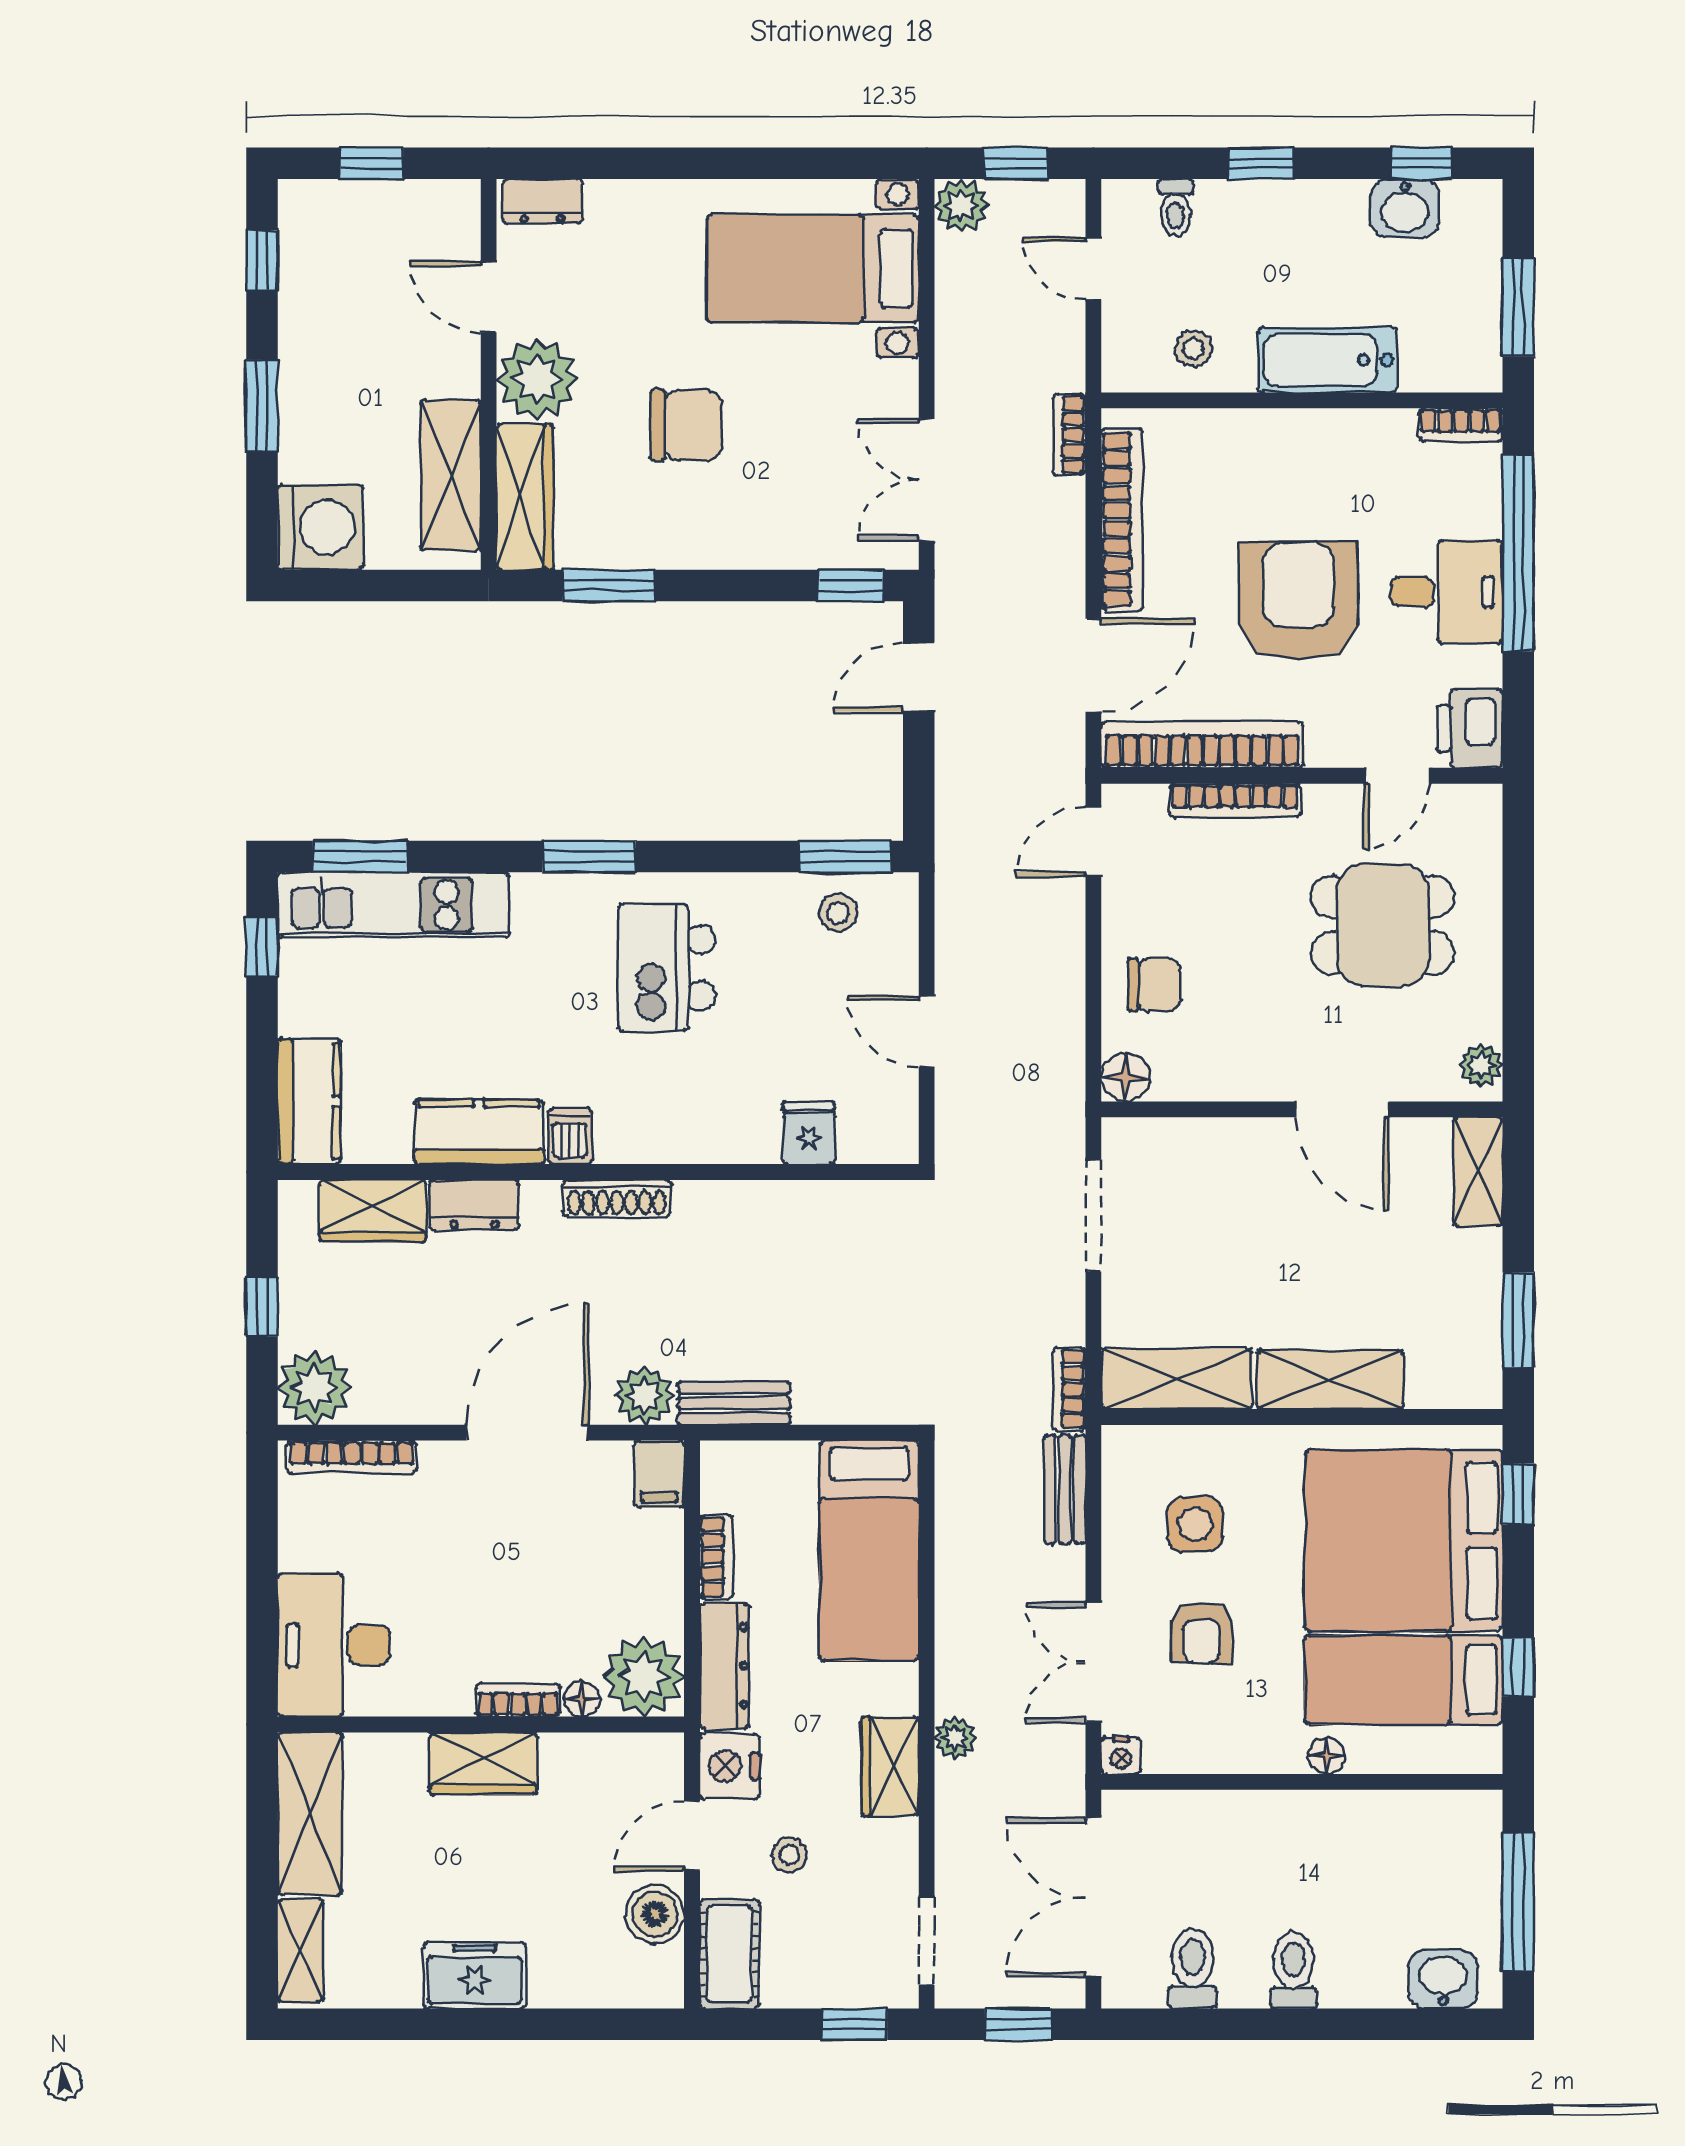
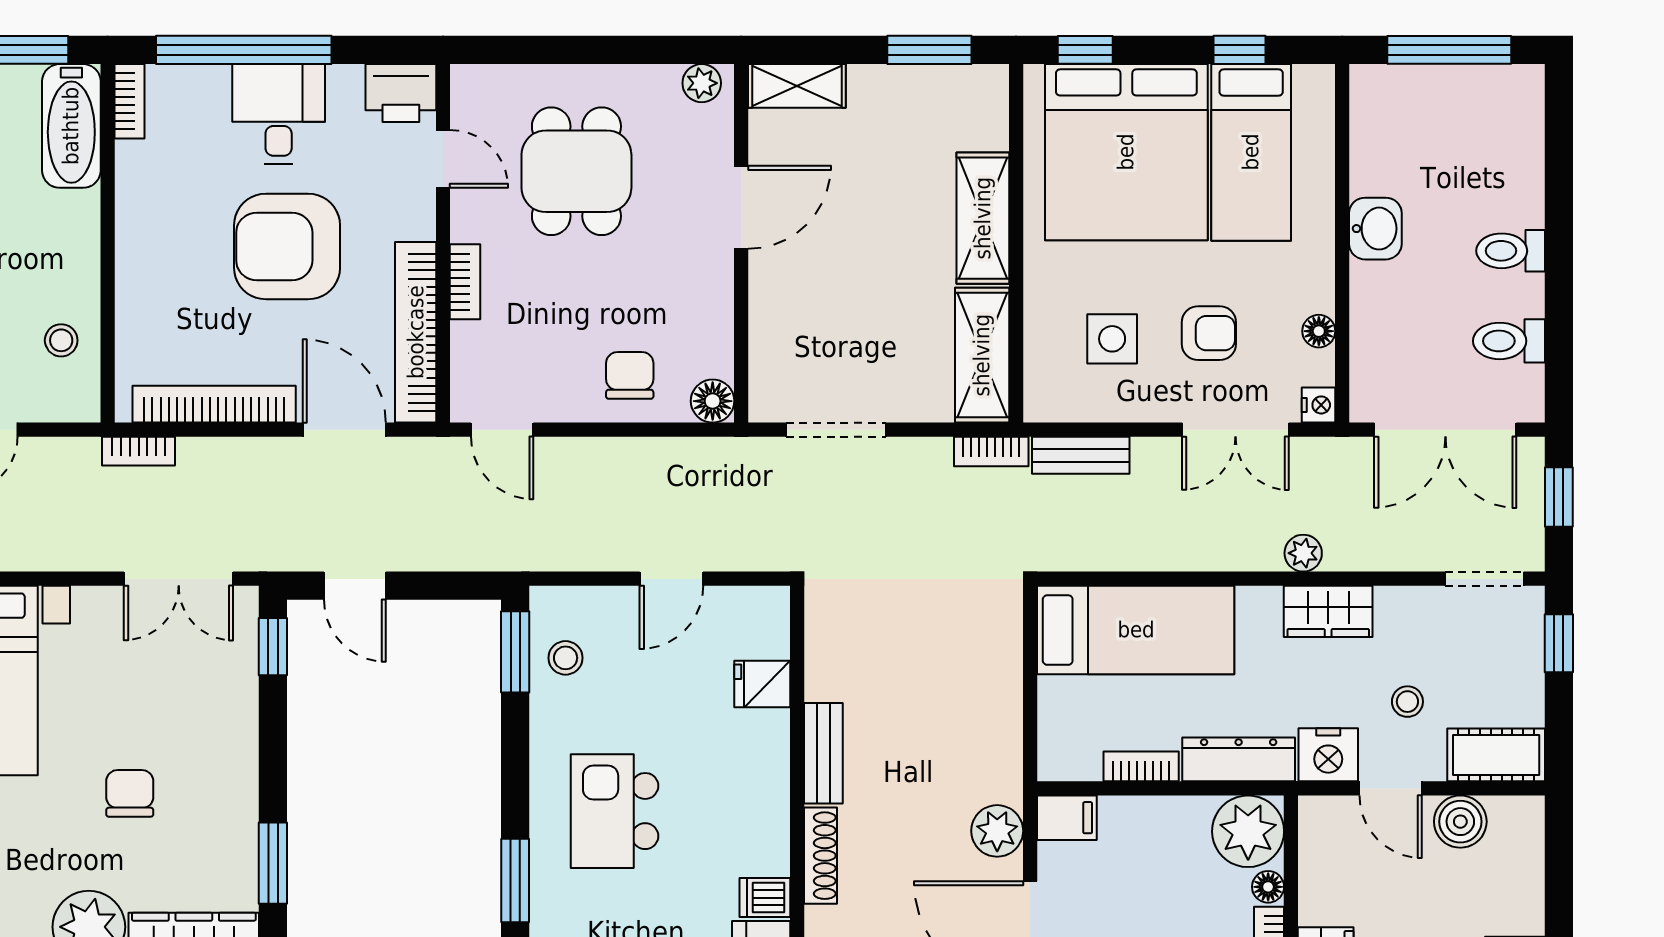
bathtub: (1327, 360) -> (71, 126), moved
chair: (686, 425) -> (130, 793), width x0.73, depth x0.73
bookcase: (1235, 800) -> (465, 282), width x0.64
kitchen island: (667, 968) -> (615, 811), turned 90
bench: (734, 1403) -> (823, 753), moved
floor lamp: (1326, 1756) -> (1319, 331), moved
washbasin: (1443, 1979) -> (1375, 229), moved, turned 180

